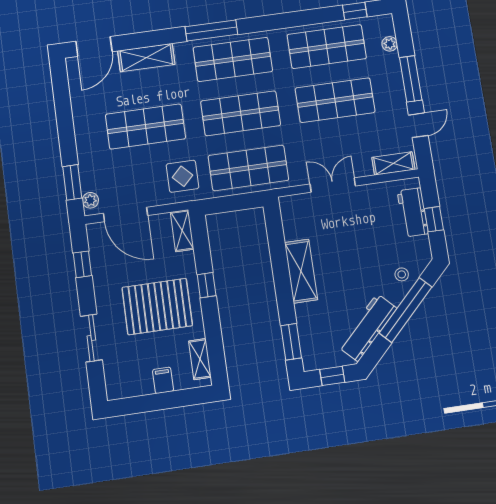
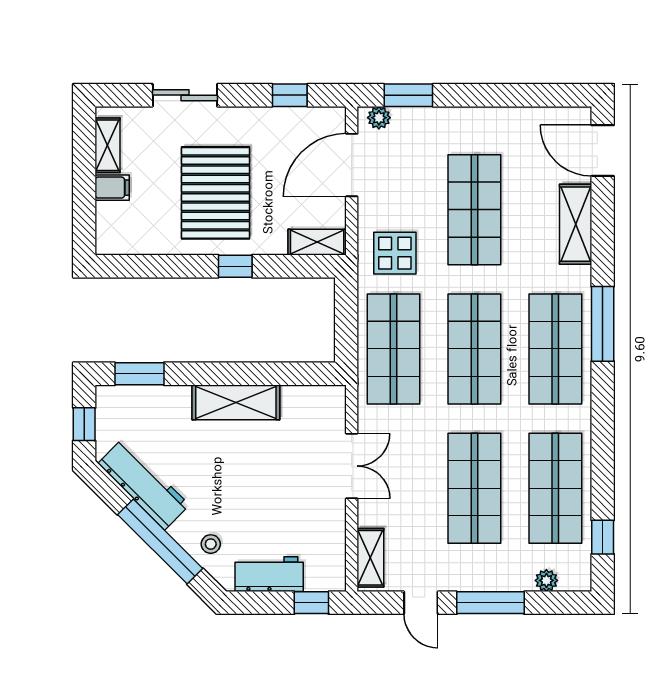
workbench: (413, 212) -> (269, 574), moved
window: (434, 219) -> (311, 603), moved
shelving: (200, 359) -> (108, 145), moved, turned 90

